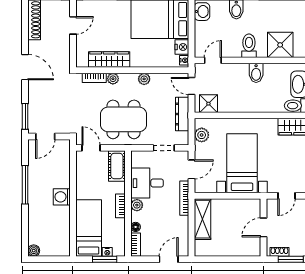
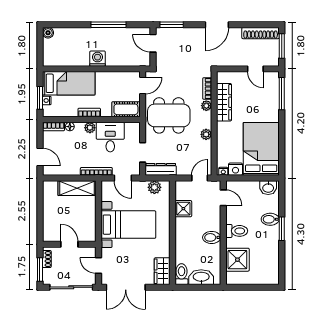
shower: (208, 104) -> (183, 209), moved
dresser: (182, 114) -> (161, 169), moved
dining table: (123, 119) -> (169, 115), turned 90

